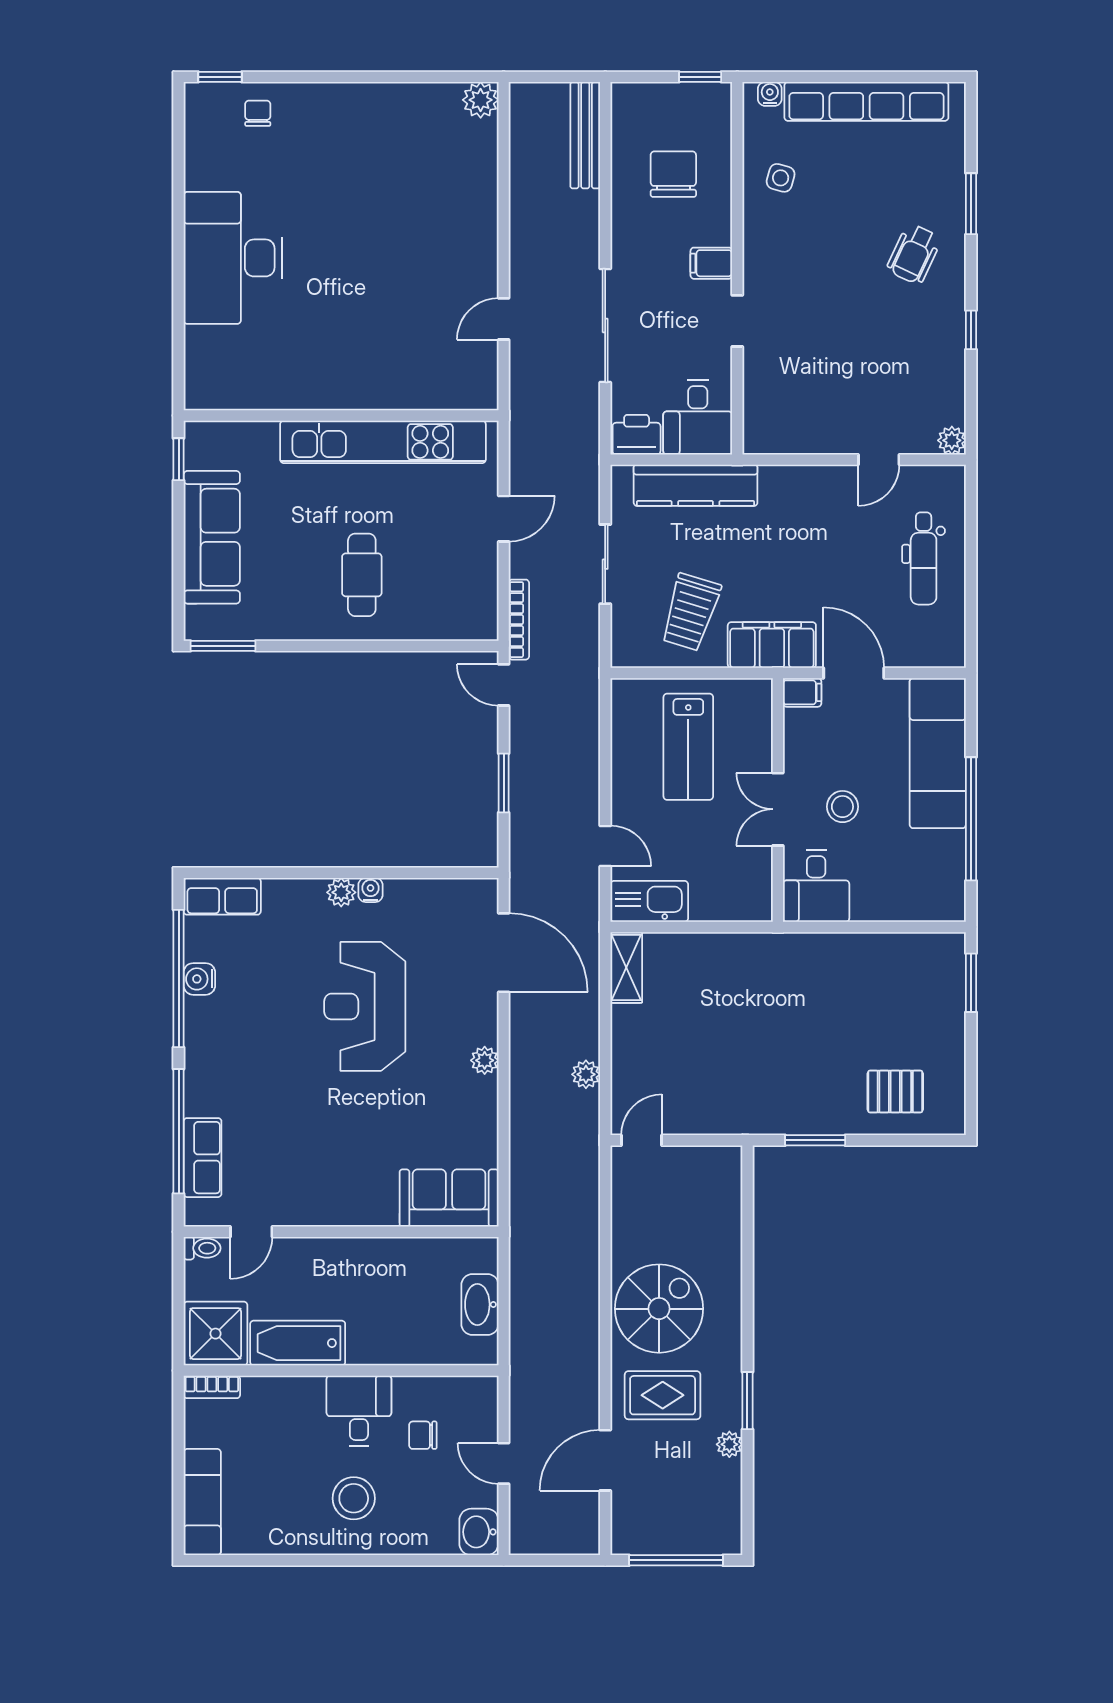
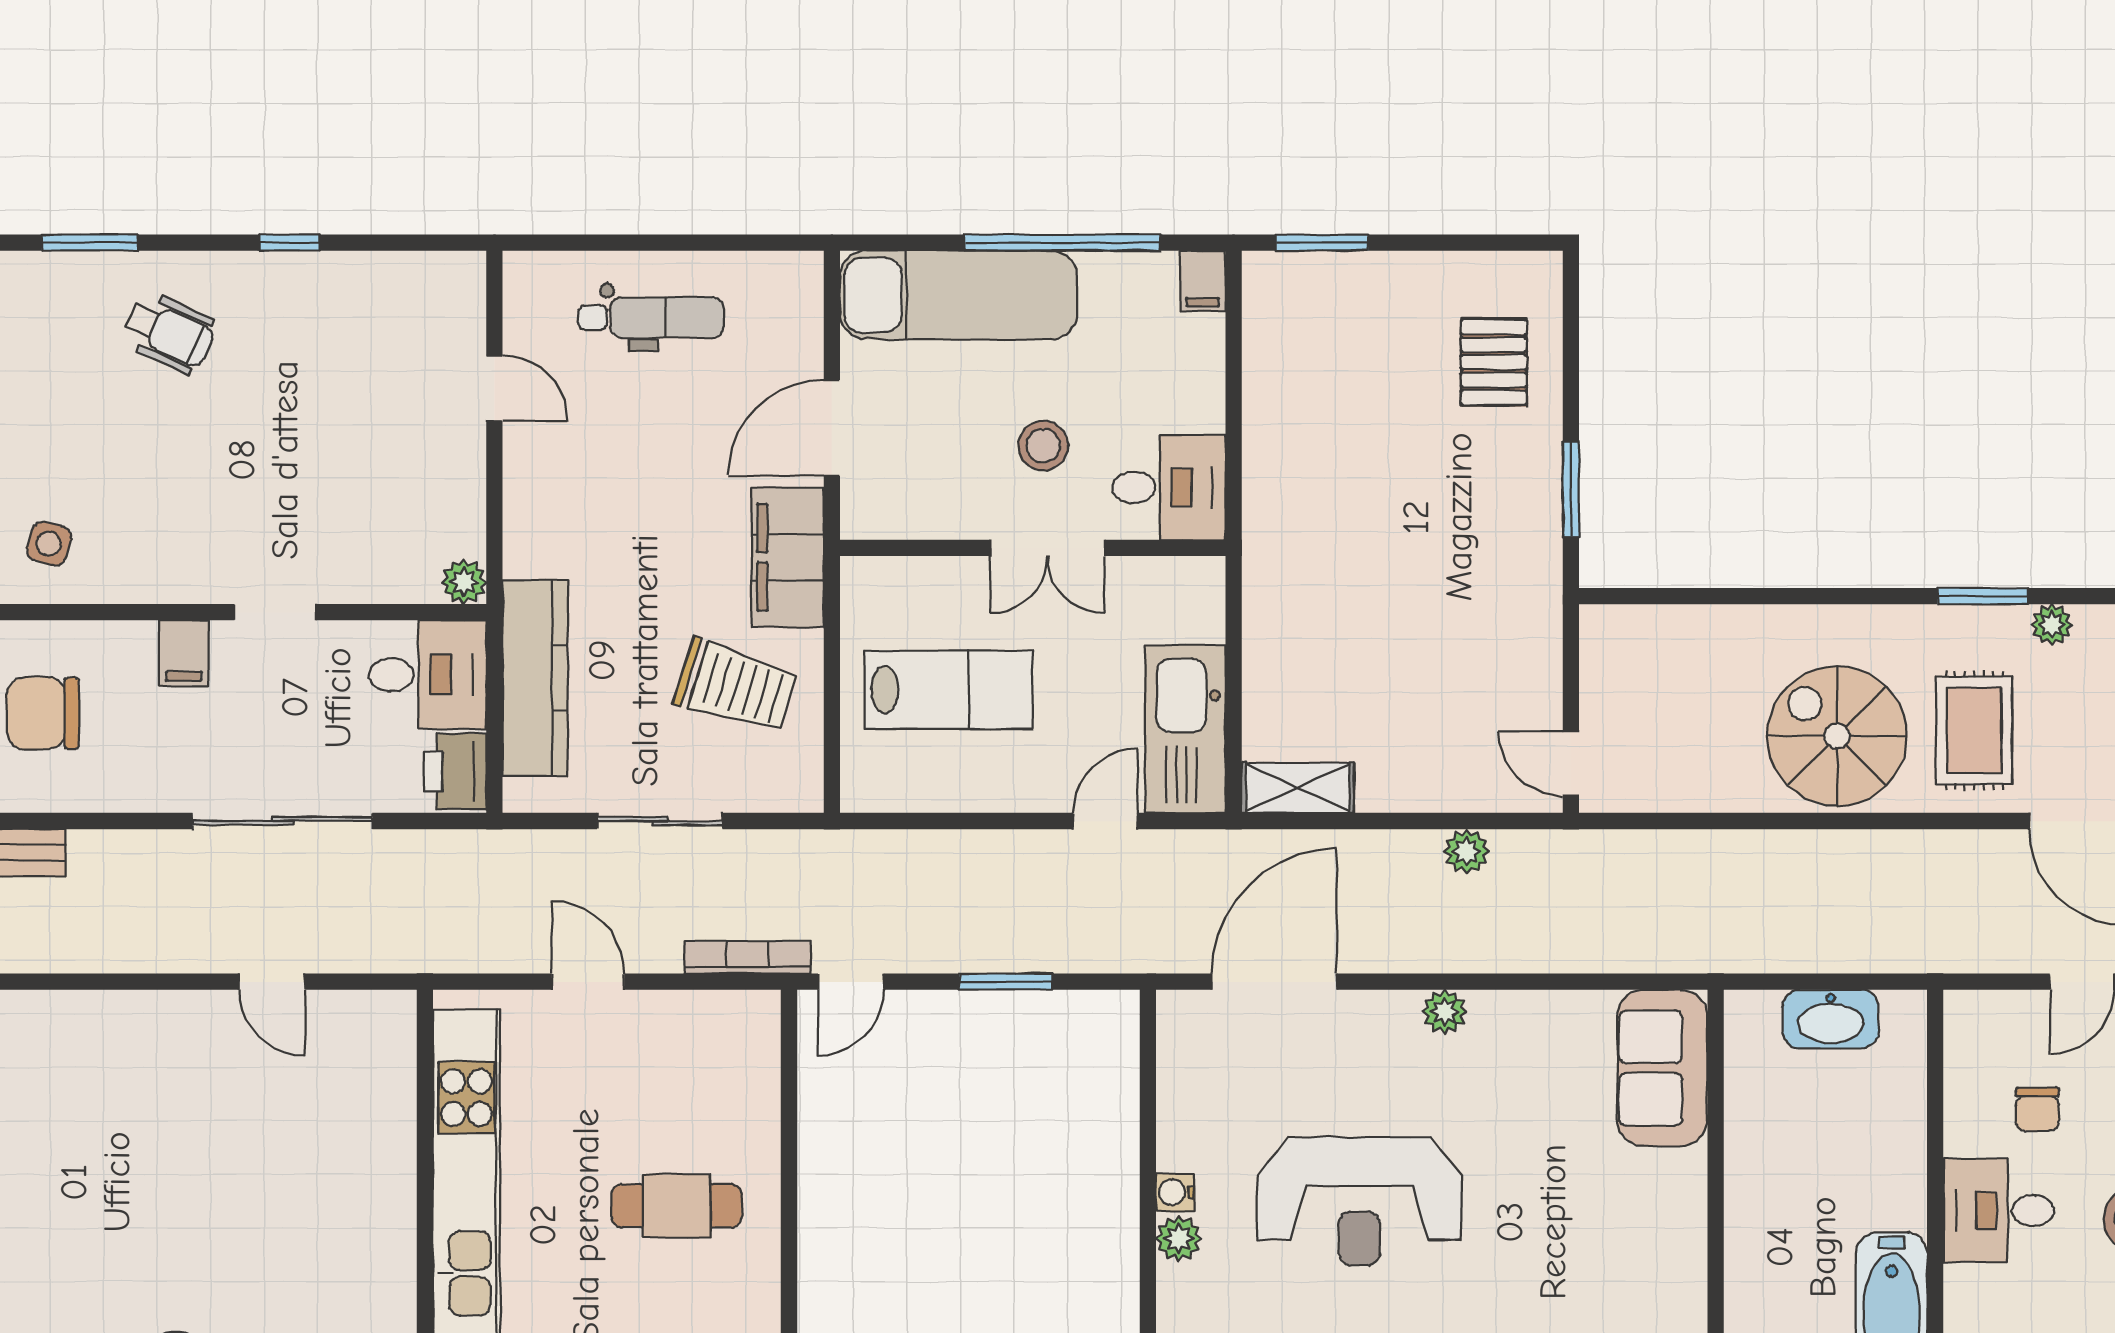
plant: (952, 440) -> (464, 582), moved
filing cabinet: (802, 692) -> (1203, 281), moved, turned 180
kitchen sink: (649, 901) -> (1185, 729), width x1.36, depth x1.24

